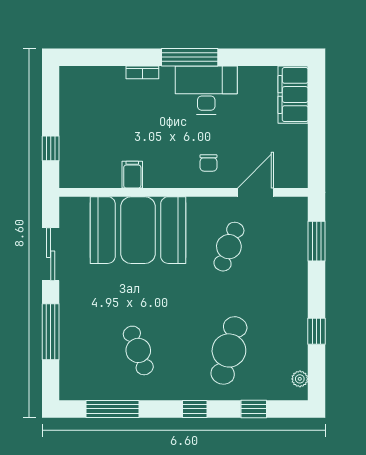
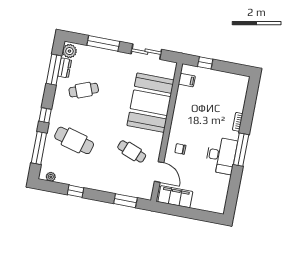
filing cabinet: (293, 95) -> (175, 197), moved
filing cabinet: (132, 175) -> (187, 80), moved
plant: (75, 388) -> (69, 51), added
dresser: (106, 391) -> (65, 68), added
window: (254, 409) -> (39, 148), width x2.17

